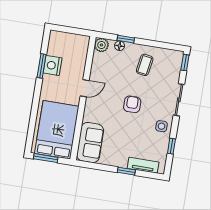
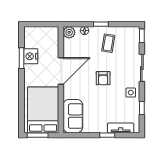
window: (126, 39) -> (101, 24), moved
door: (85, 88) -> (61, 71), width x1.88
armchair: (132, 104) -> (103, 78), turned 180

